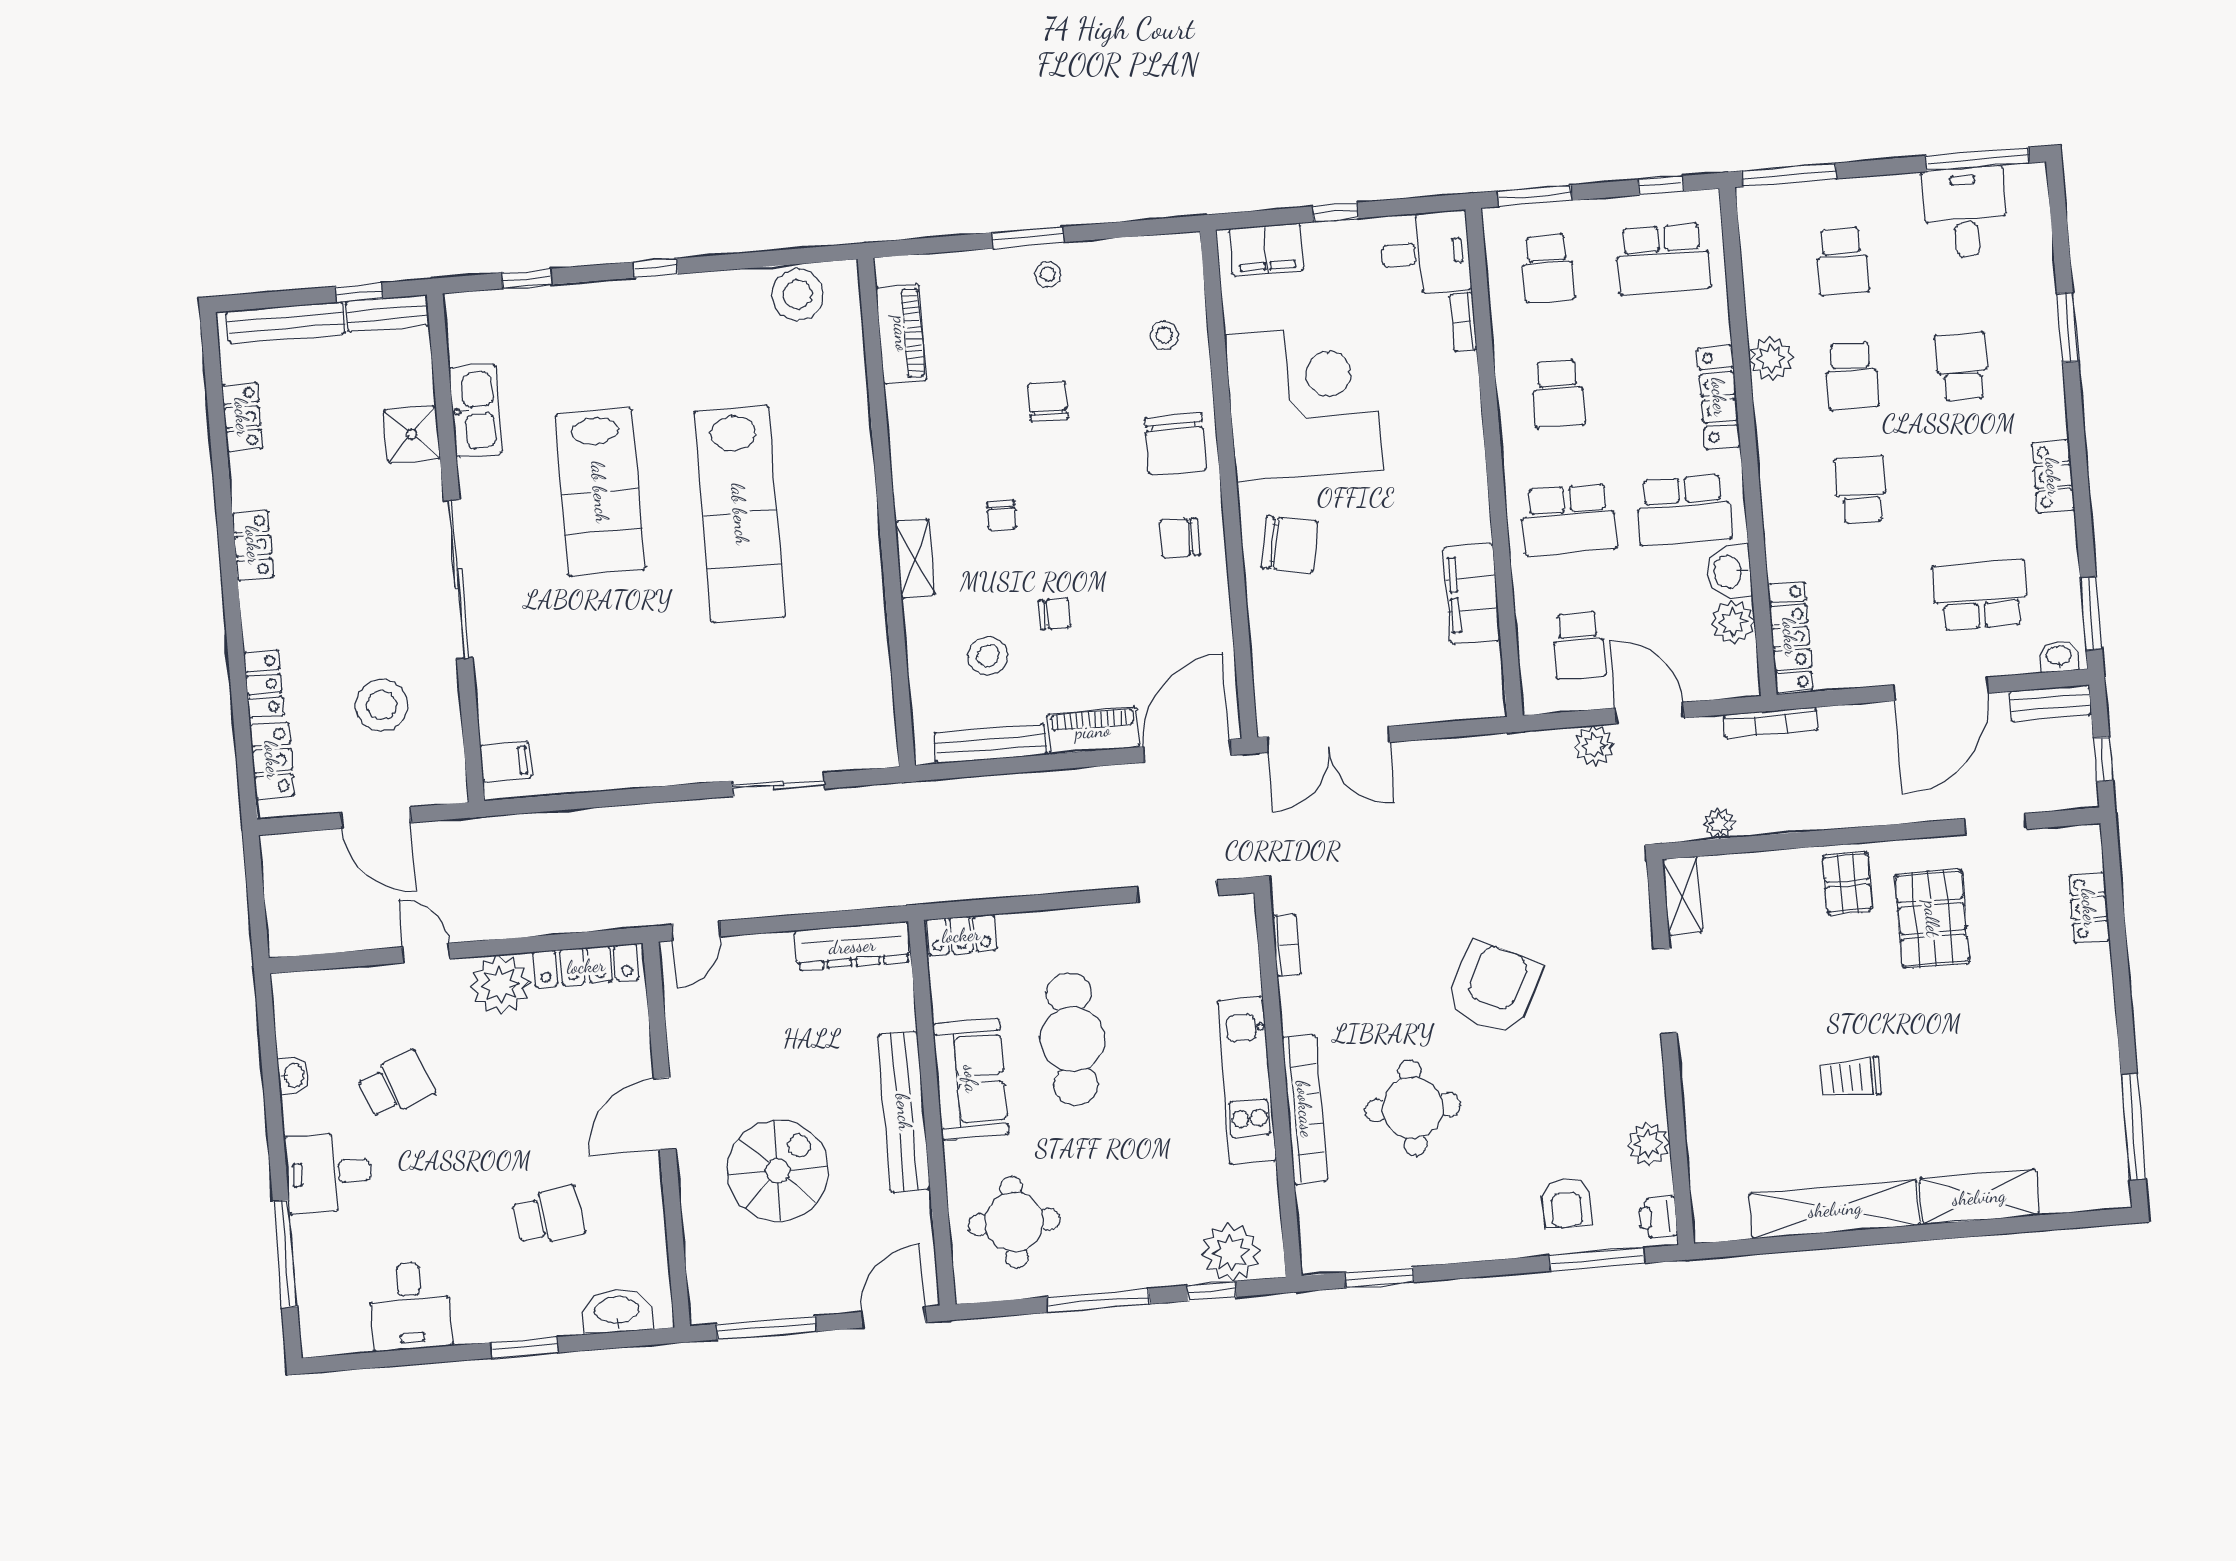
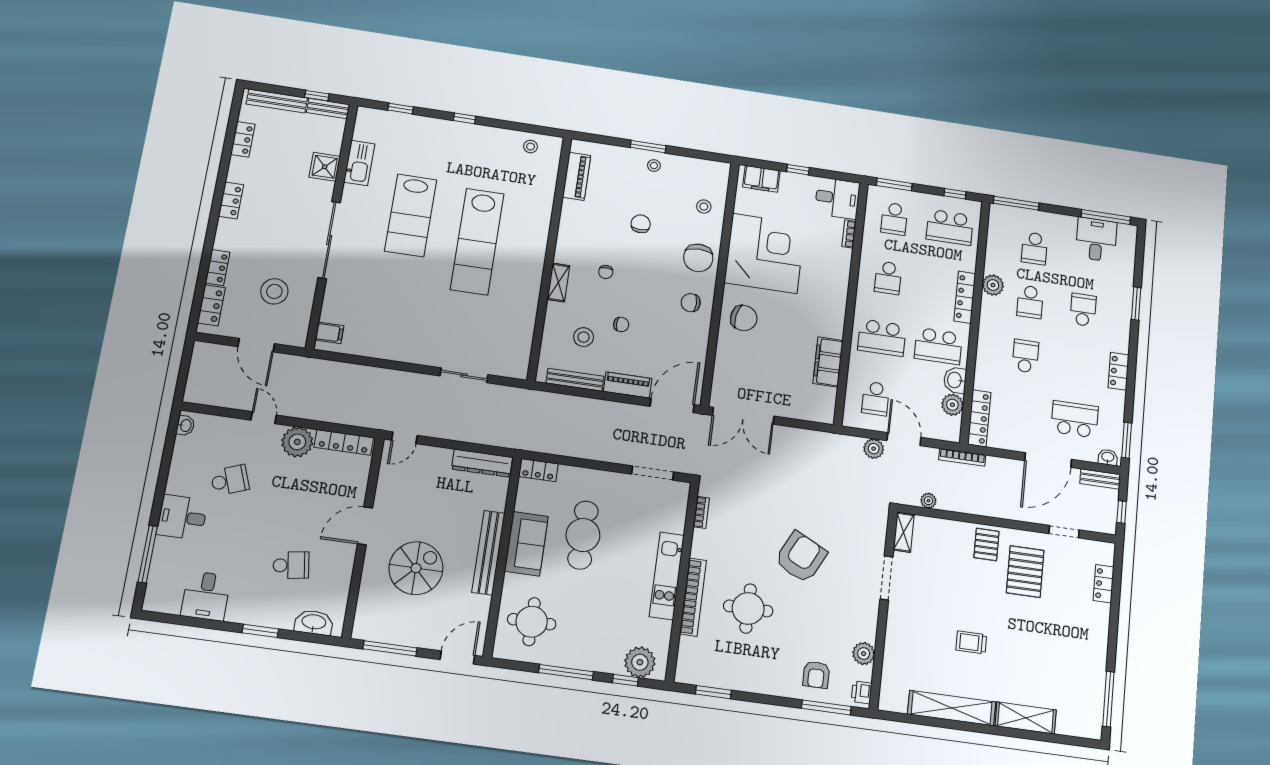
stool: (797, 295) -> (531, 147), width x0.53, depth x0.53
washbasin: (293, 1075) -> (185, 425), moved

